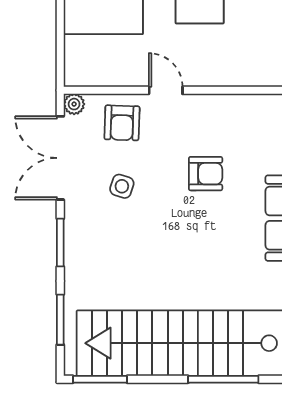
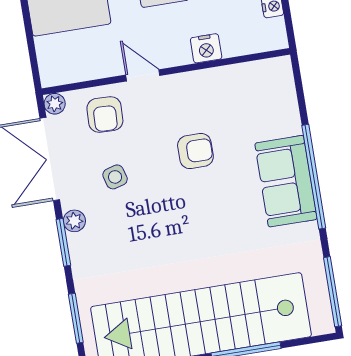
nightstand: (233, 74) -> (206, 48), added
side table: (122, 186) -> (115, 177), turned -34
plant: (75, 223) -> (74, 221), added

